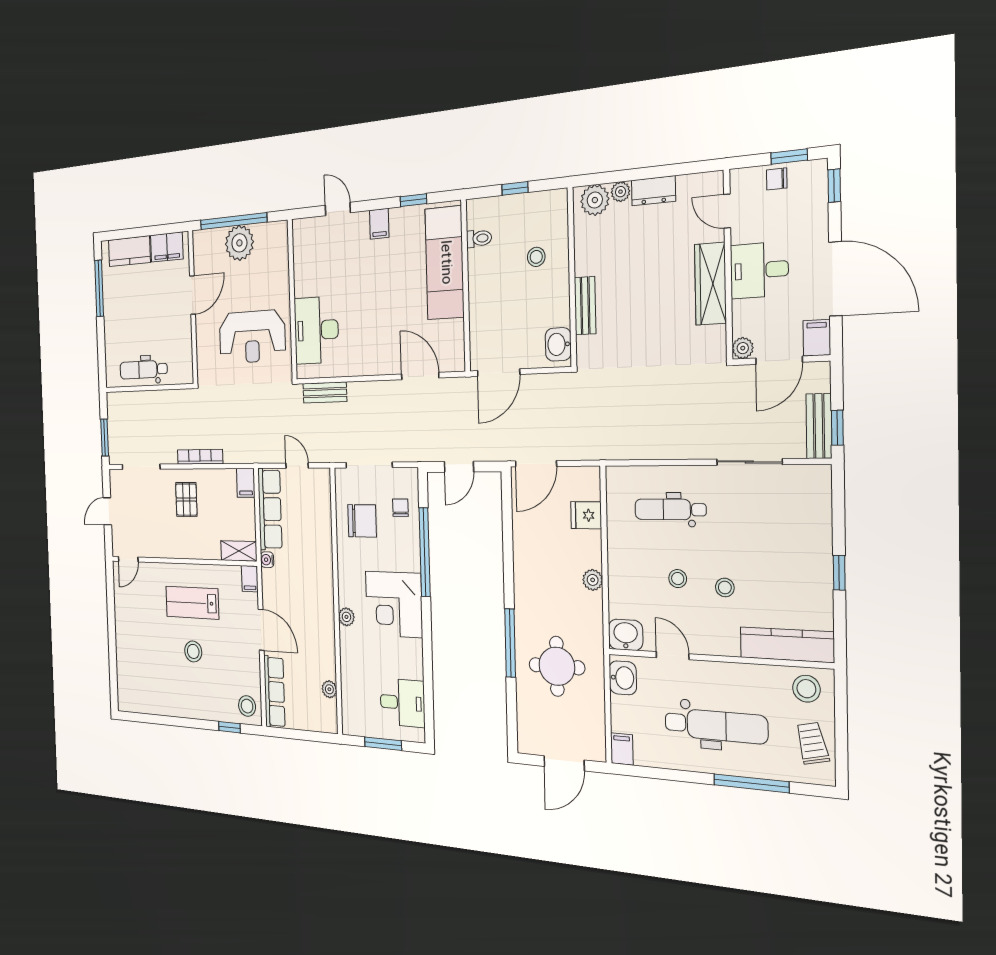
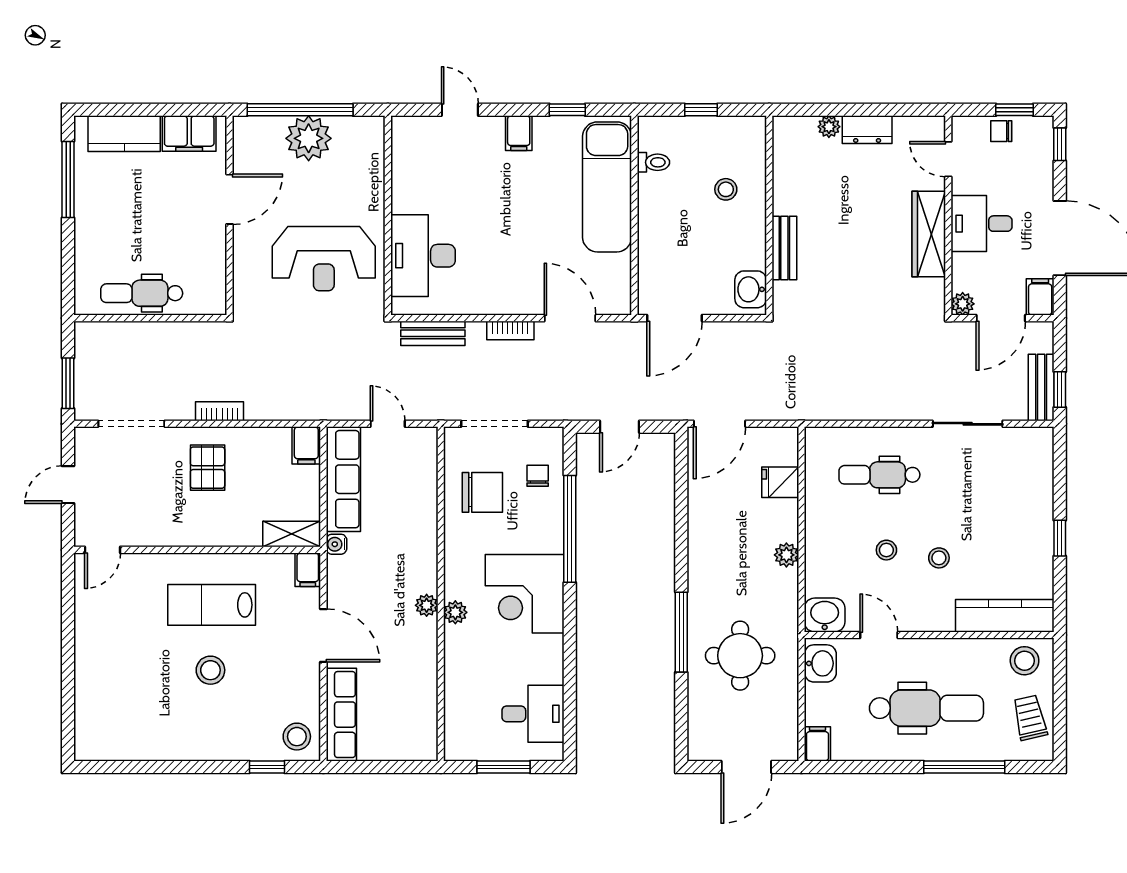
plant: (595, 200) -> (799, 133), removed
bookcase: (378, 388) -> (510, 330), added
bookcase: (200, 457) -> (220, 411), width x0.64
plant: (329, 689) -> (427, 605), moved

